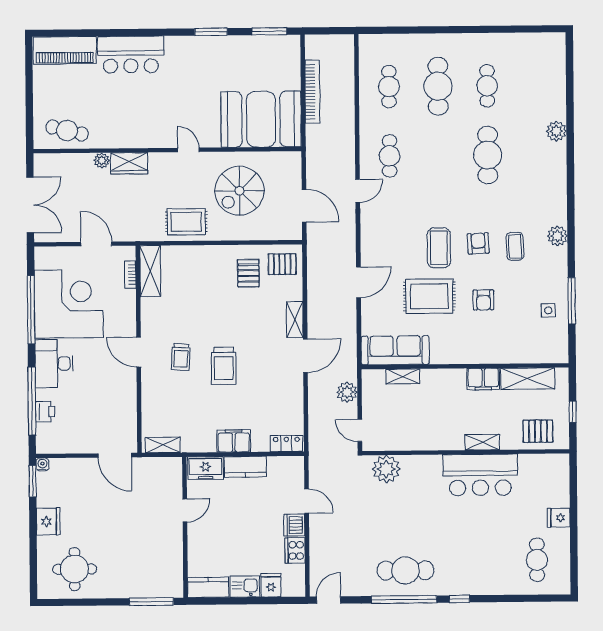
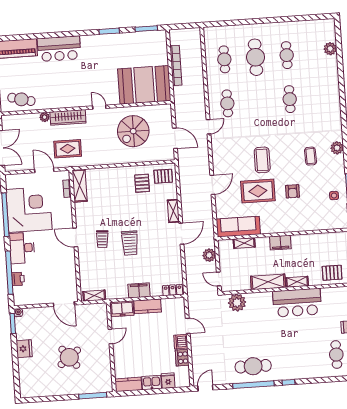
plant: (556, 131) -> (330, 49), moved
cafe table: (488, 155) -> (290, 99), width x0.73, depth x0.74
wardrobe: (129, 163) -> (68, 117), width x1.50
rug: (186, 222) -> (68, 149), moved
armchair: (478, 243) -> (287, 156), removed
filing cabinet: (483, 379) -> (280, 243), moved
shelving: (528, 379) -> (268, 282), moved
round table: (75, 569) -> (69, 357), moved, turned -38

